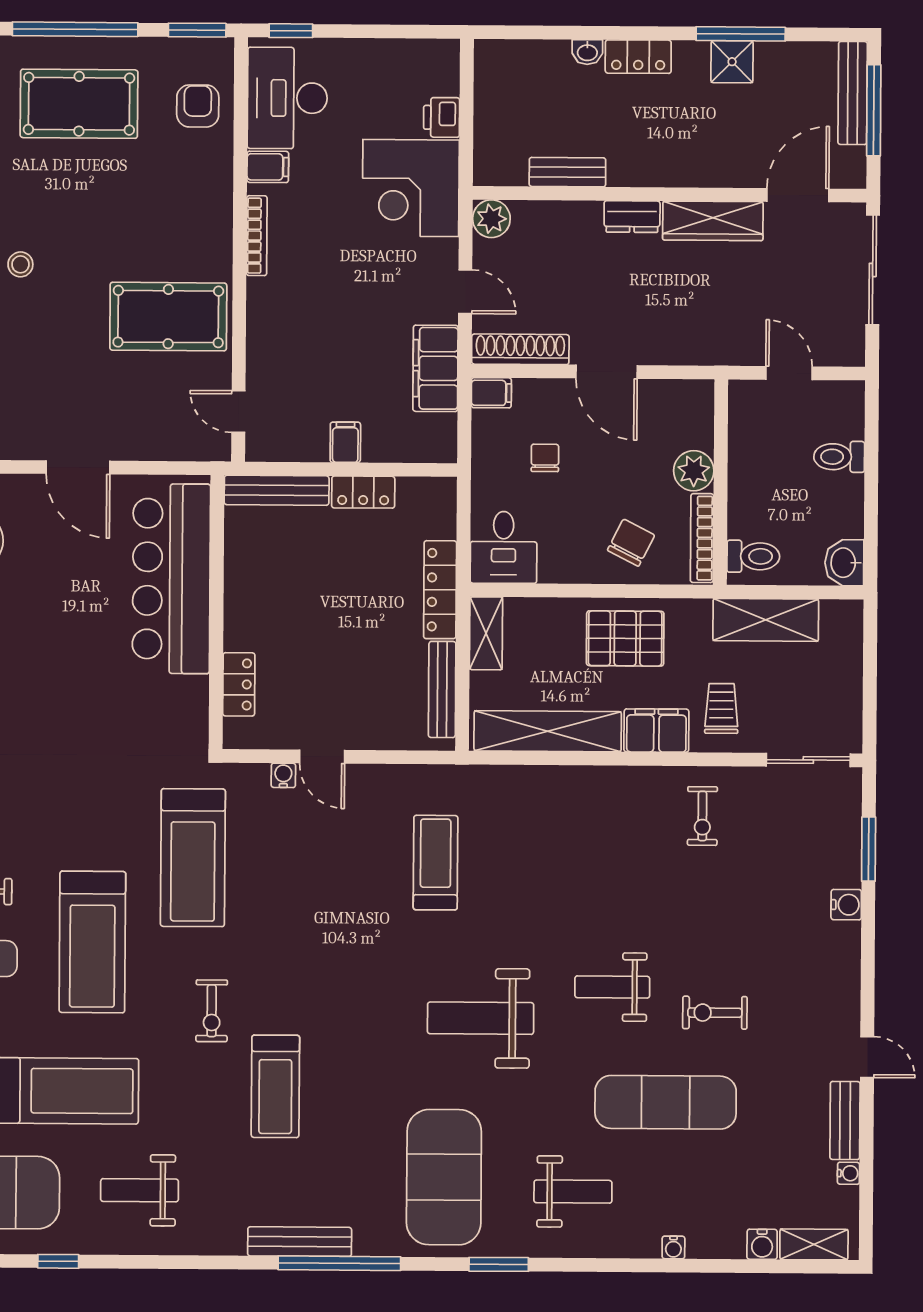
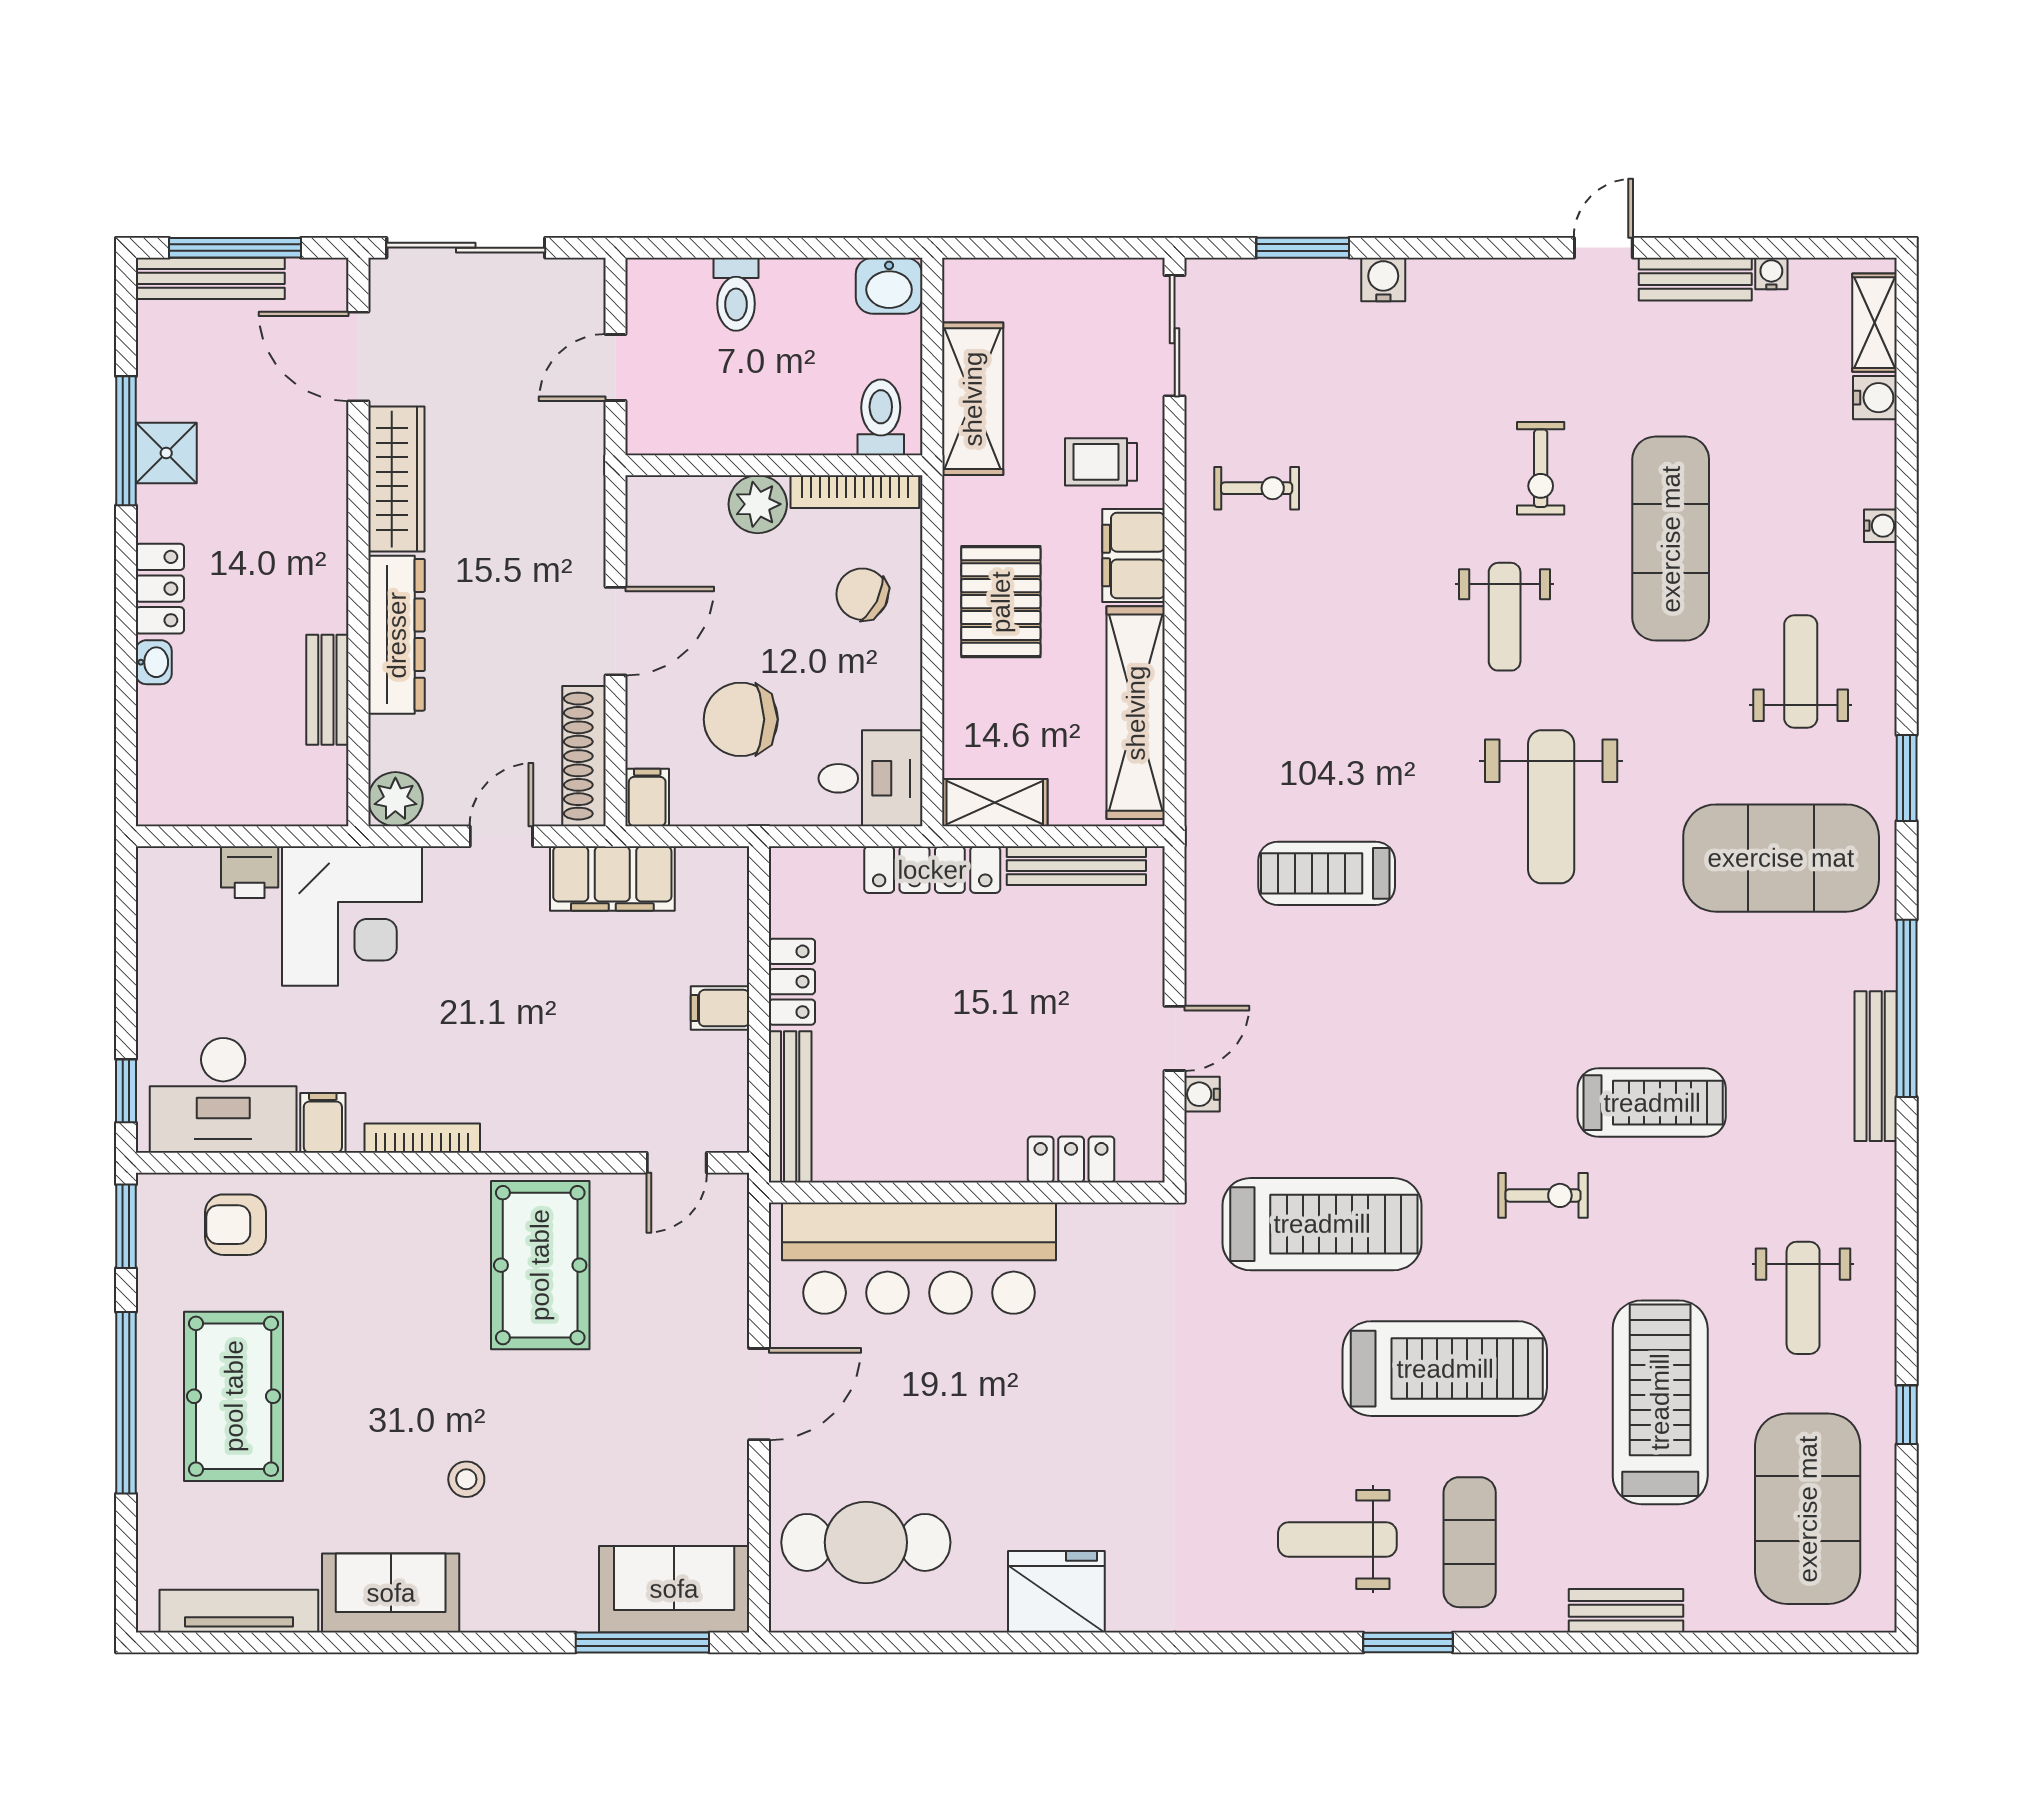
dresser: (632, 217) -> (397, 635), width x1.96, depth x1.24
chair: (545, 458) -> (741, 719), width x1.87, depth x1.87

